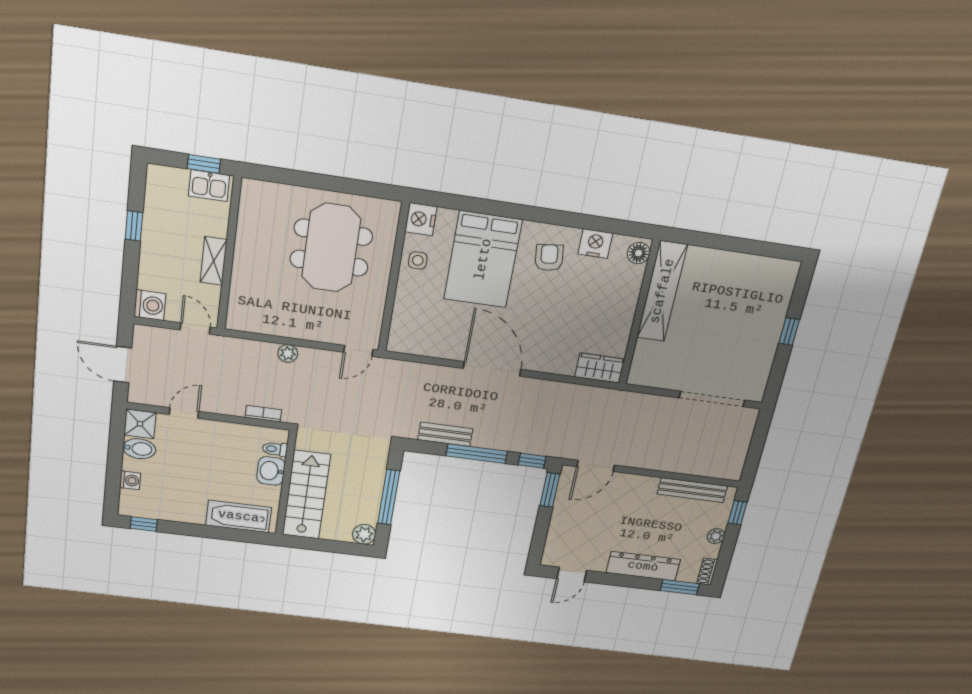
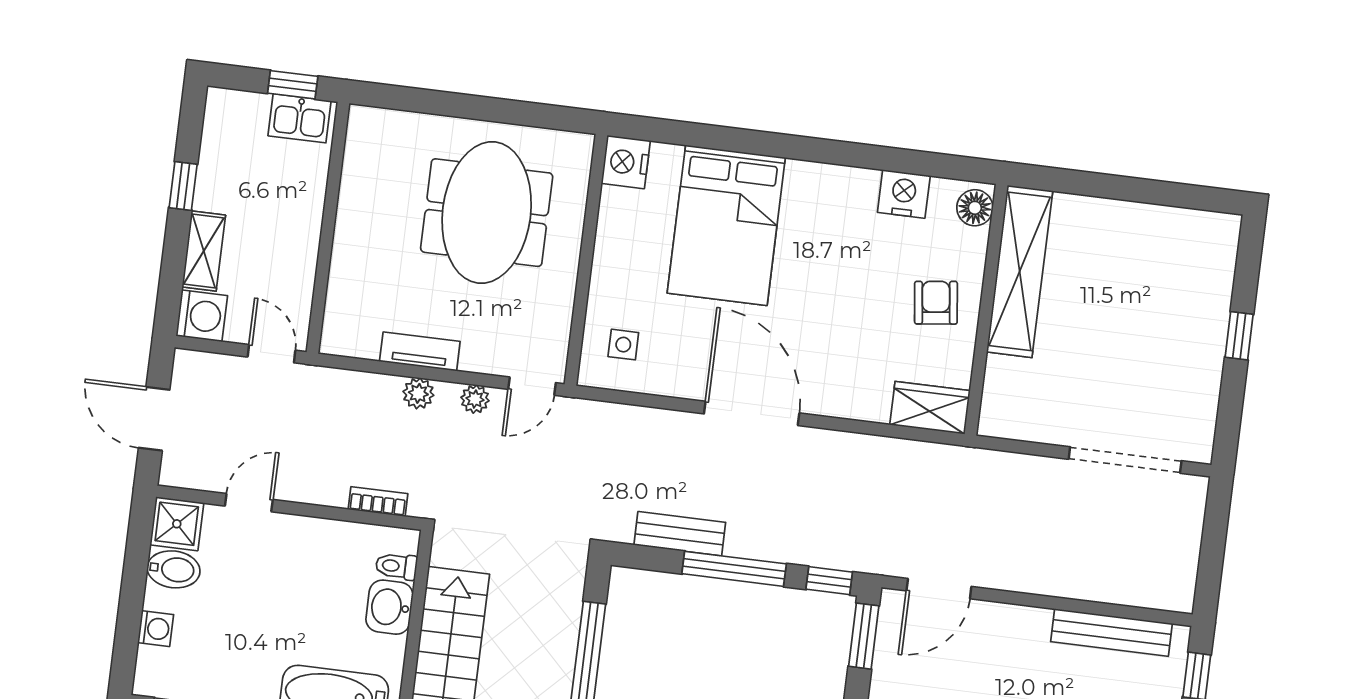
armchair: (549, 258) -> (936, 303), moved
side table: (418, 260) -> (623, 345), moved
shelving: (214, 261) -> (204, 251), moved
tv unit: (289, 329) -> (420, 351), added
plant: (323, 357) -> (475, 399), added

